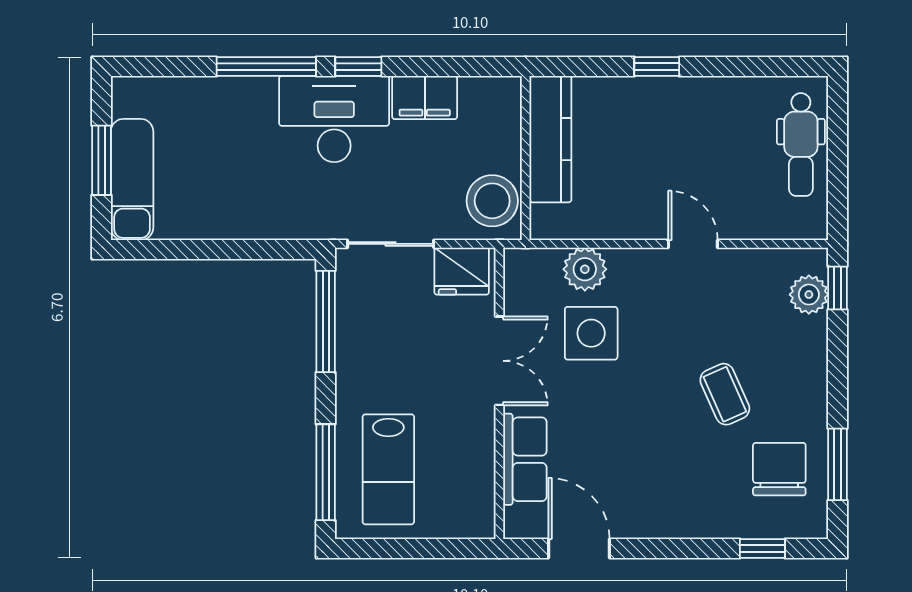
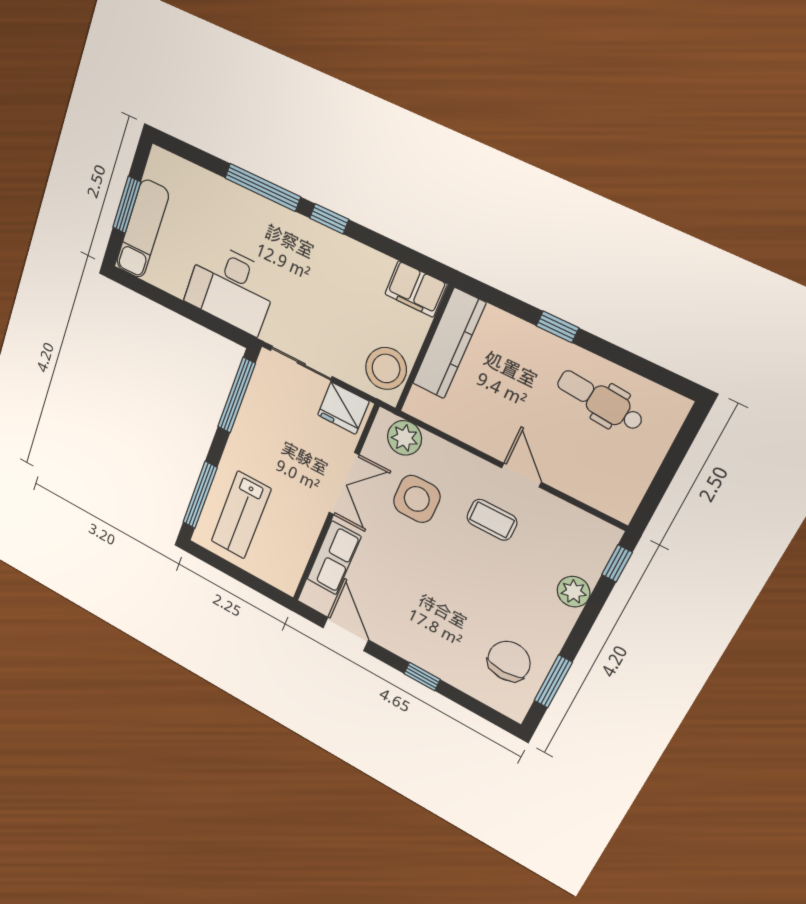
filing cabinet: (425, 97) -> (416, 289), moved
desk: (334, 119) -> (231, 288), moved, turned 180
dental chair: (801, 144) -> (600, 401), moved, turned 95
plant: (585, 269) -> (405, 438), moved
plant: (809, 295) -> (574, 592), moved
coffee table: (725, 394) -> (492, 520), moved, turned -66
window: (762, 548) -> (422, 677), moved

